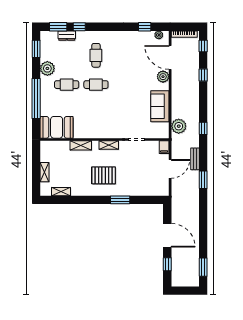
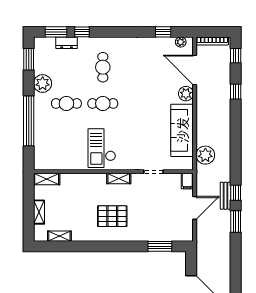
sofa: (160, 106) -> (182, 130), width x1.36
checkout: (95, 120) -> (102, 148), added
booth: (57, 127) -> (54, 156), removed
window: (203, 128) -> (236, 193), moved
shelving: (81, 145) -> (47, 179), moved
window: (120, 200) -> (160, 246), moved

